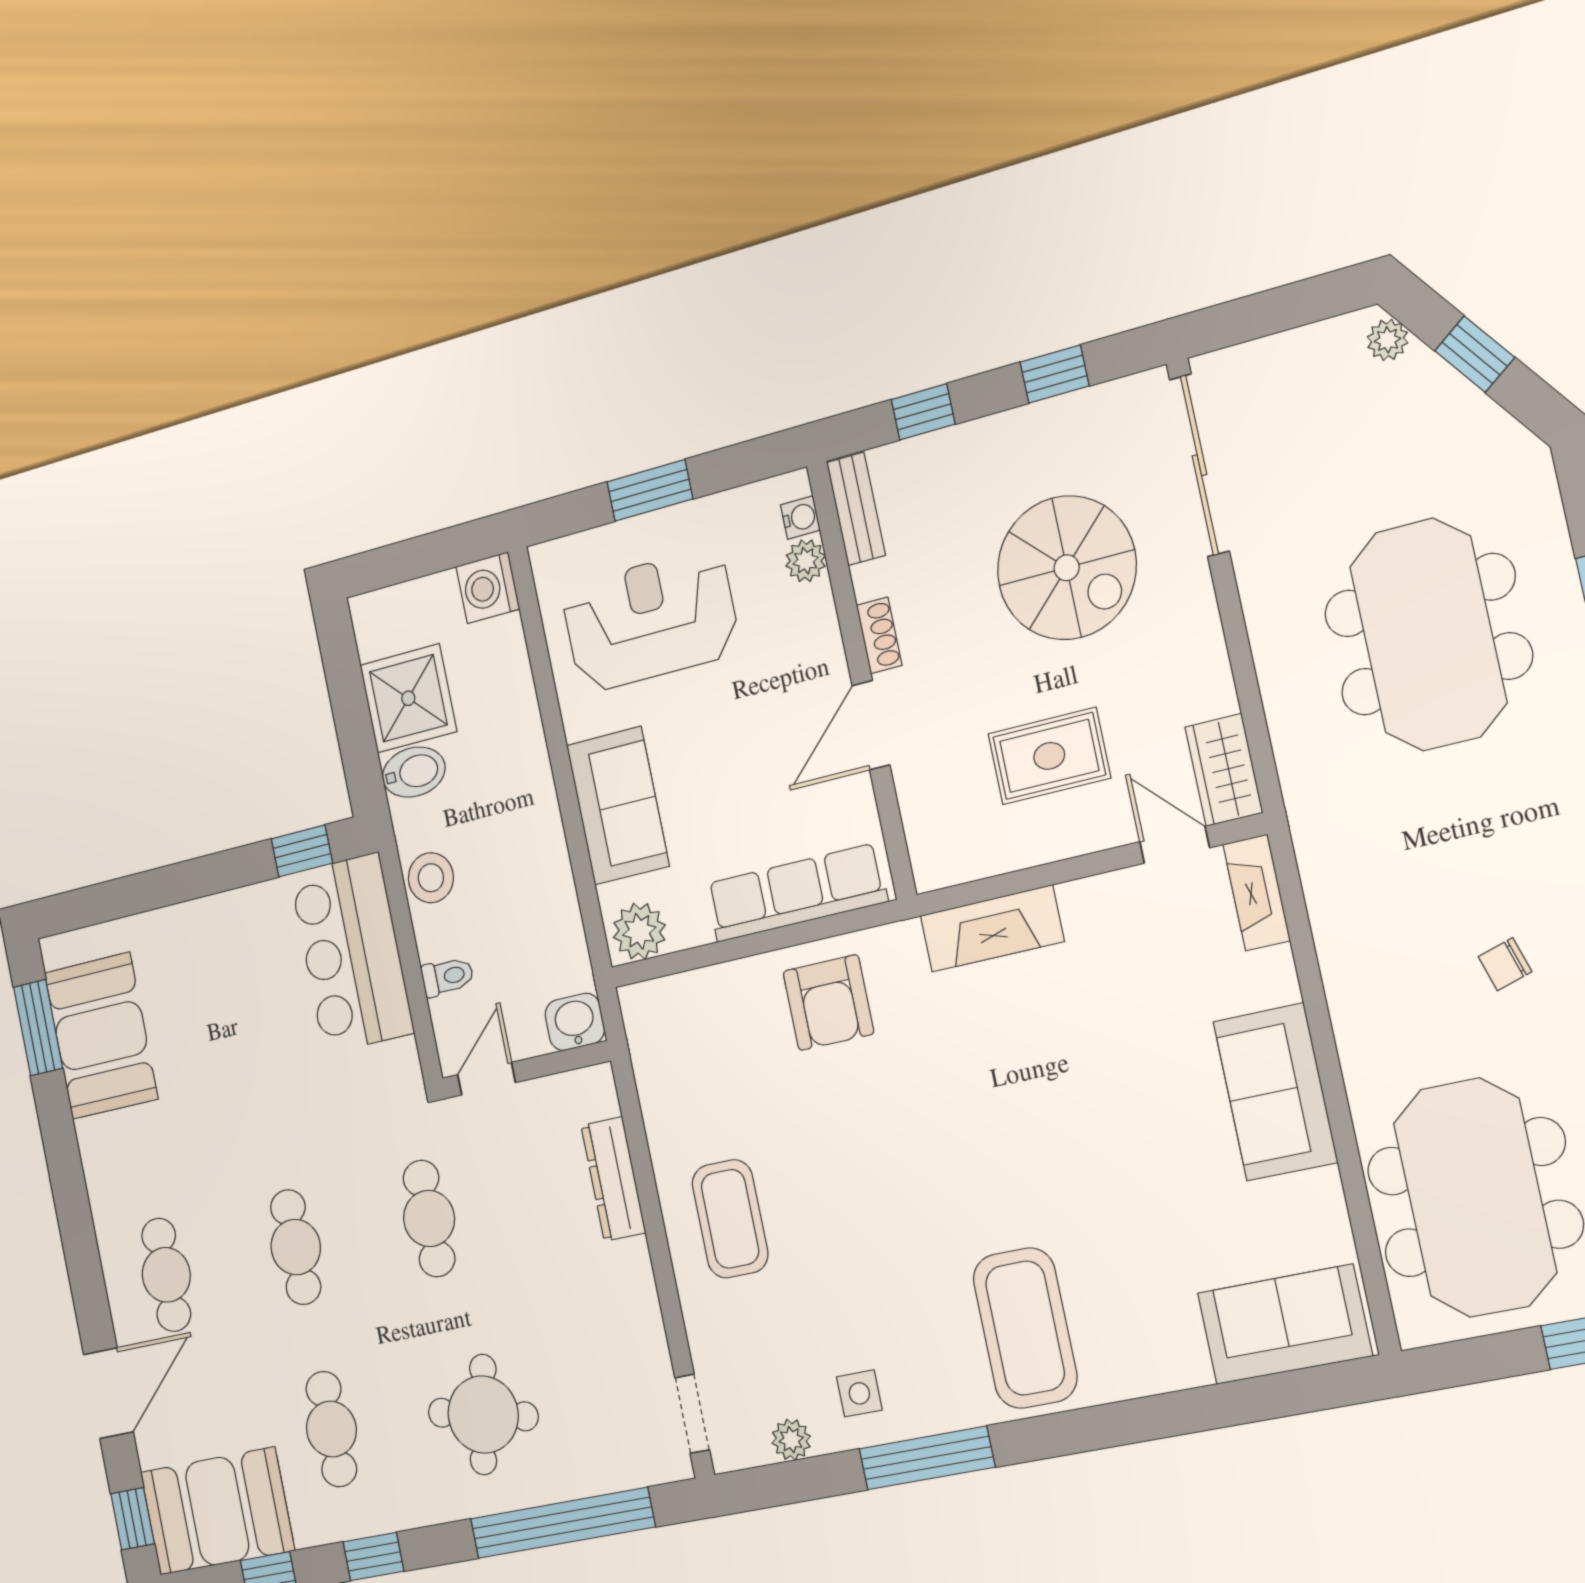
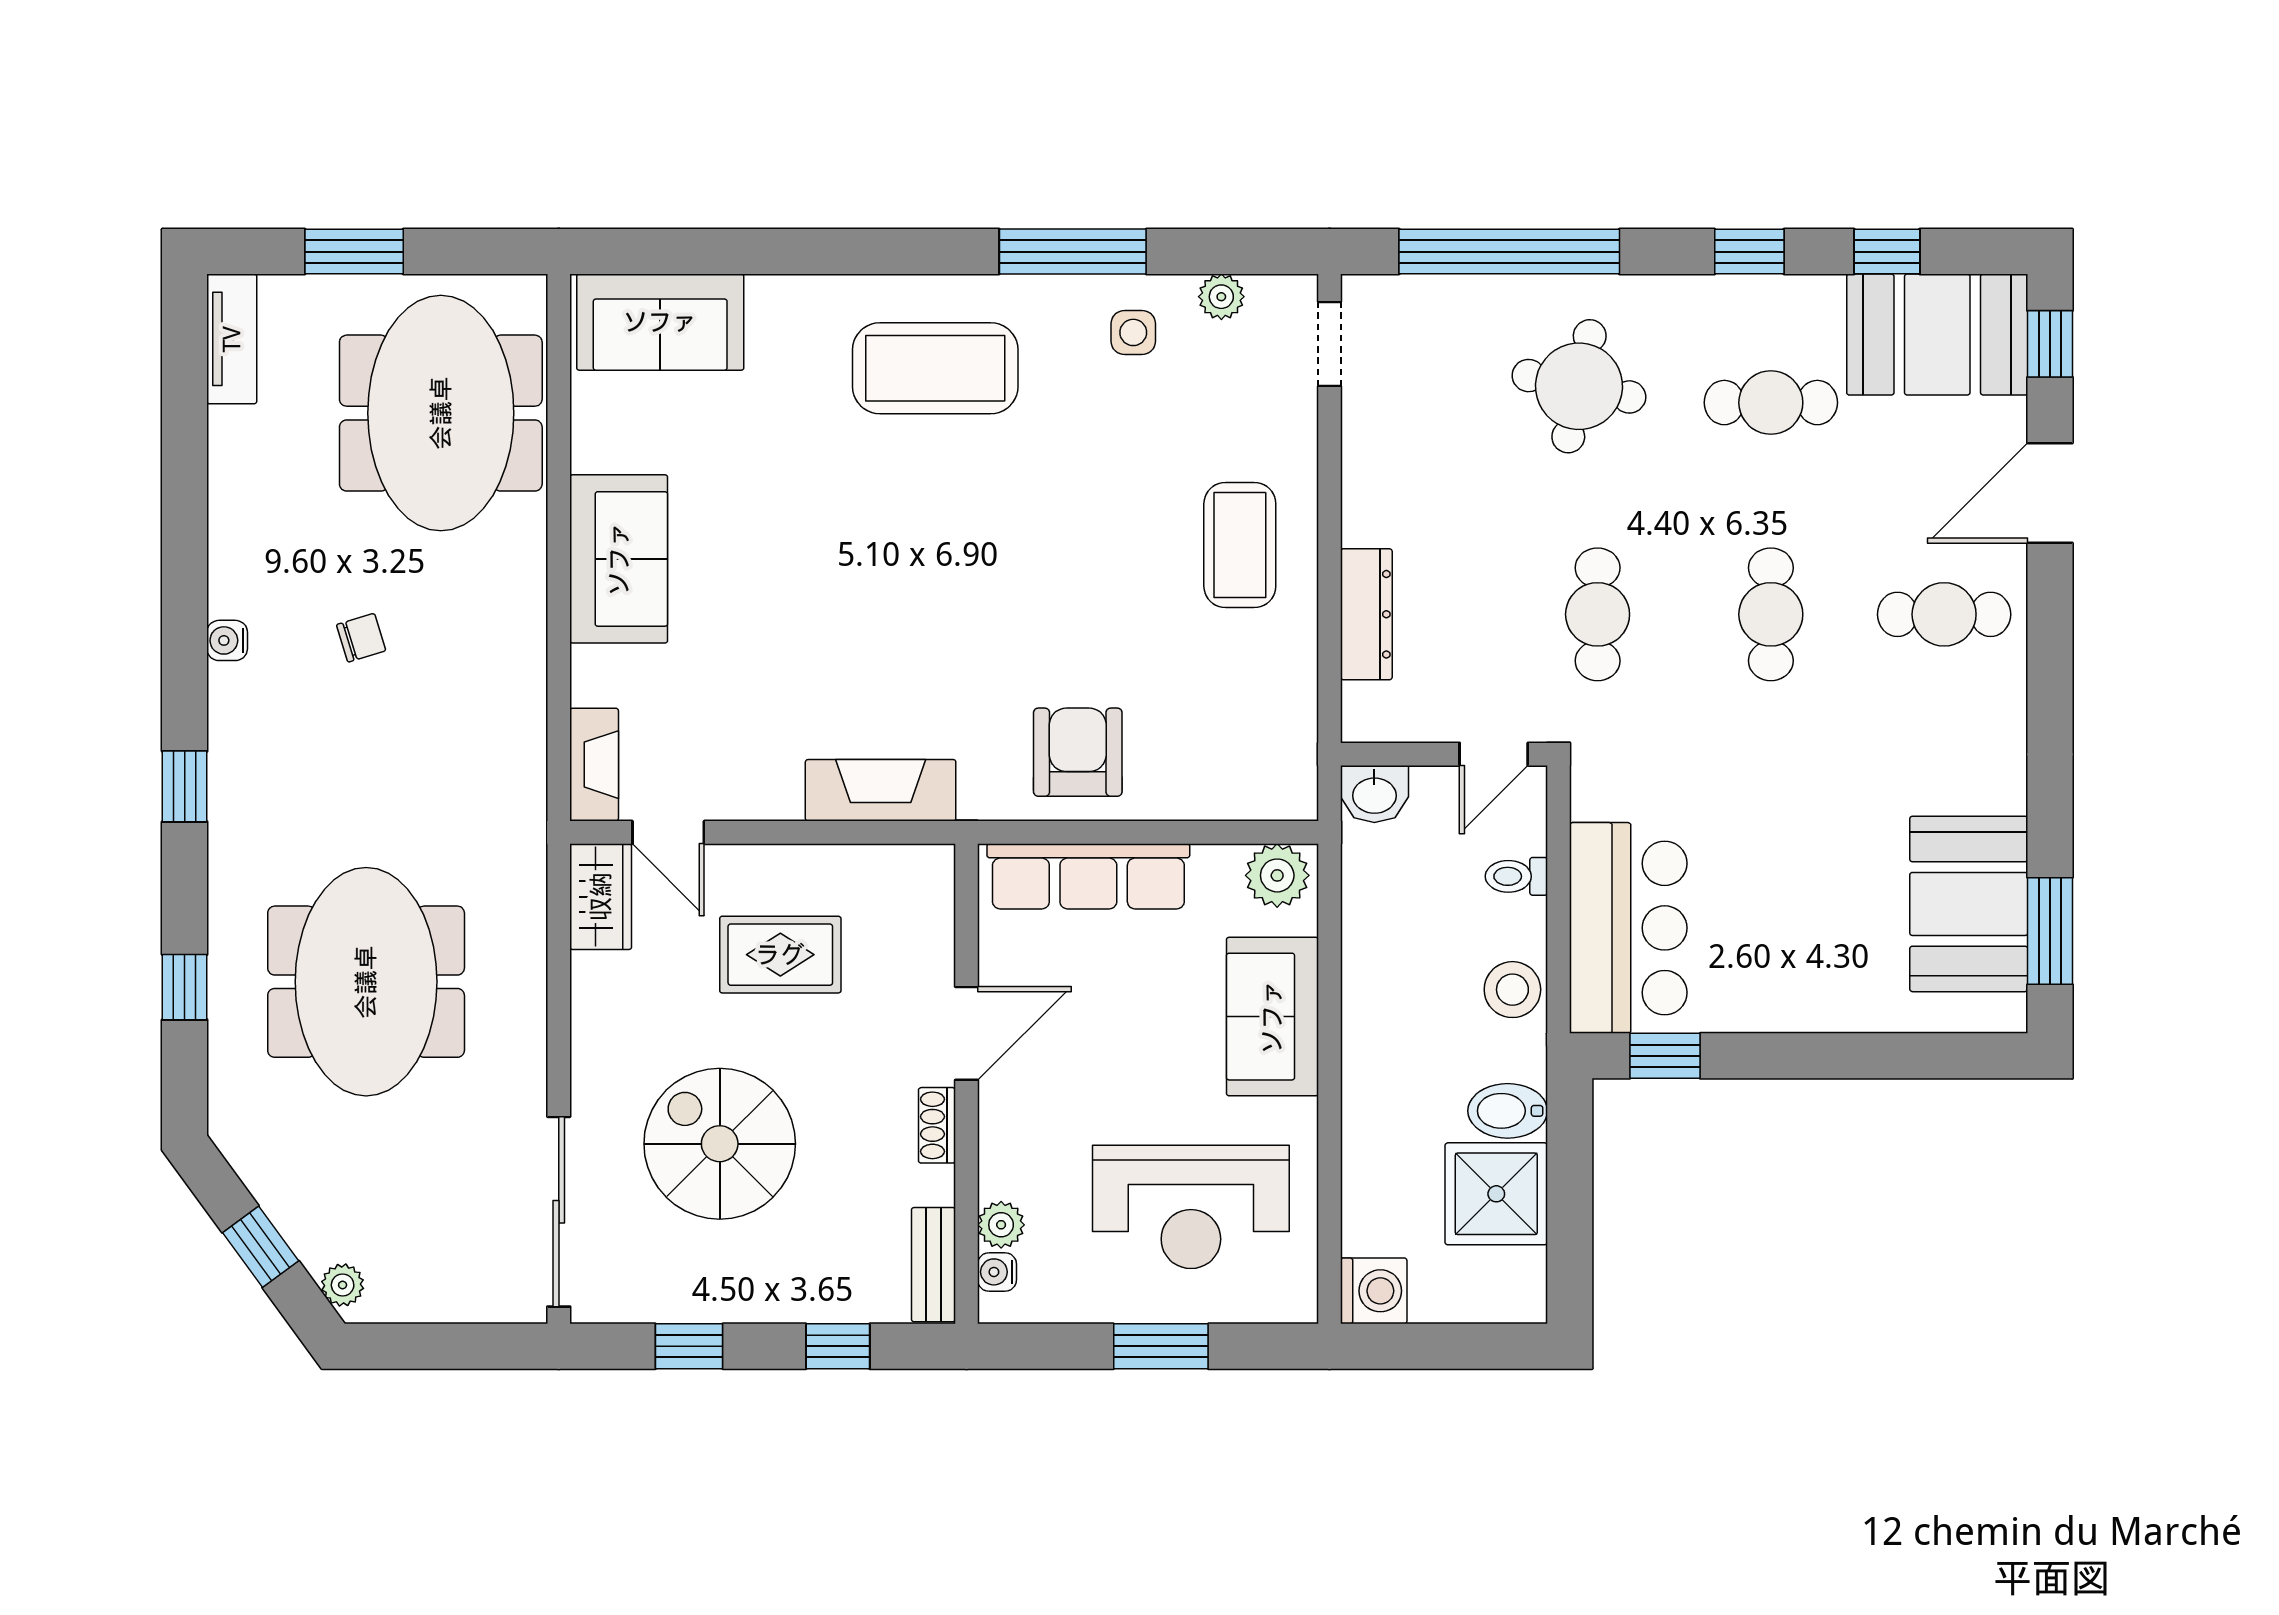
cafe table: (166, 1275) -> (1944, 614), turned 90
coffee table: (1025, 1328) -> (935, 368), turned 90
cafe table: (331, 1429) -> (1771, 403), turned 90

